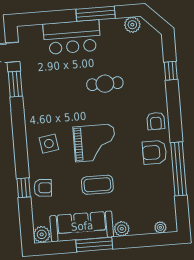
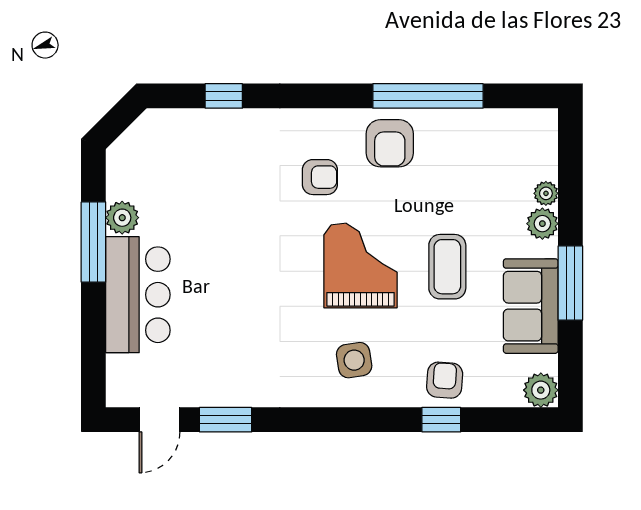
plant: (132, 25) -> (122, 218), moved
cafe table: (105, 84) -> (240, 234), removed
armchair: (156, 121) -> (320, 177), moved
sofa: (82, 226) -> (531, 306), width x0.73
plant: (160, 227) -> (546, 193), moved

